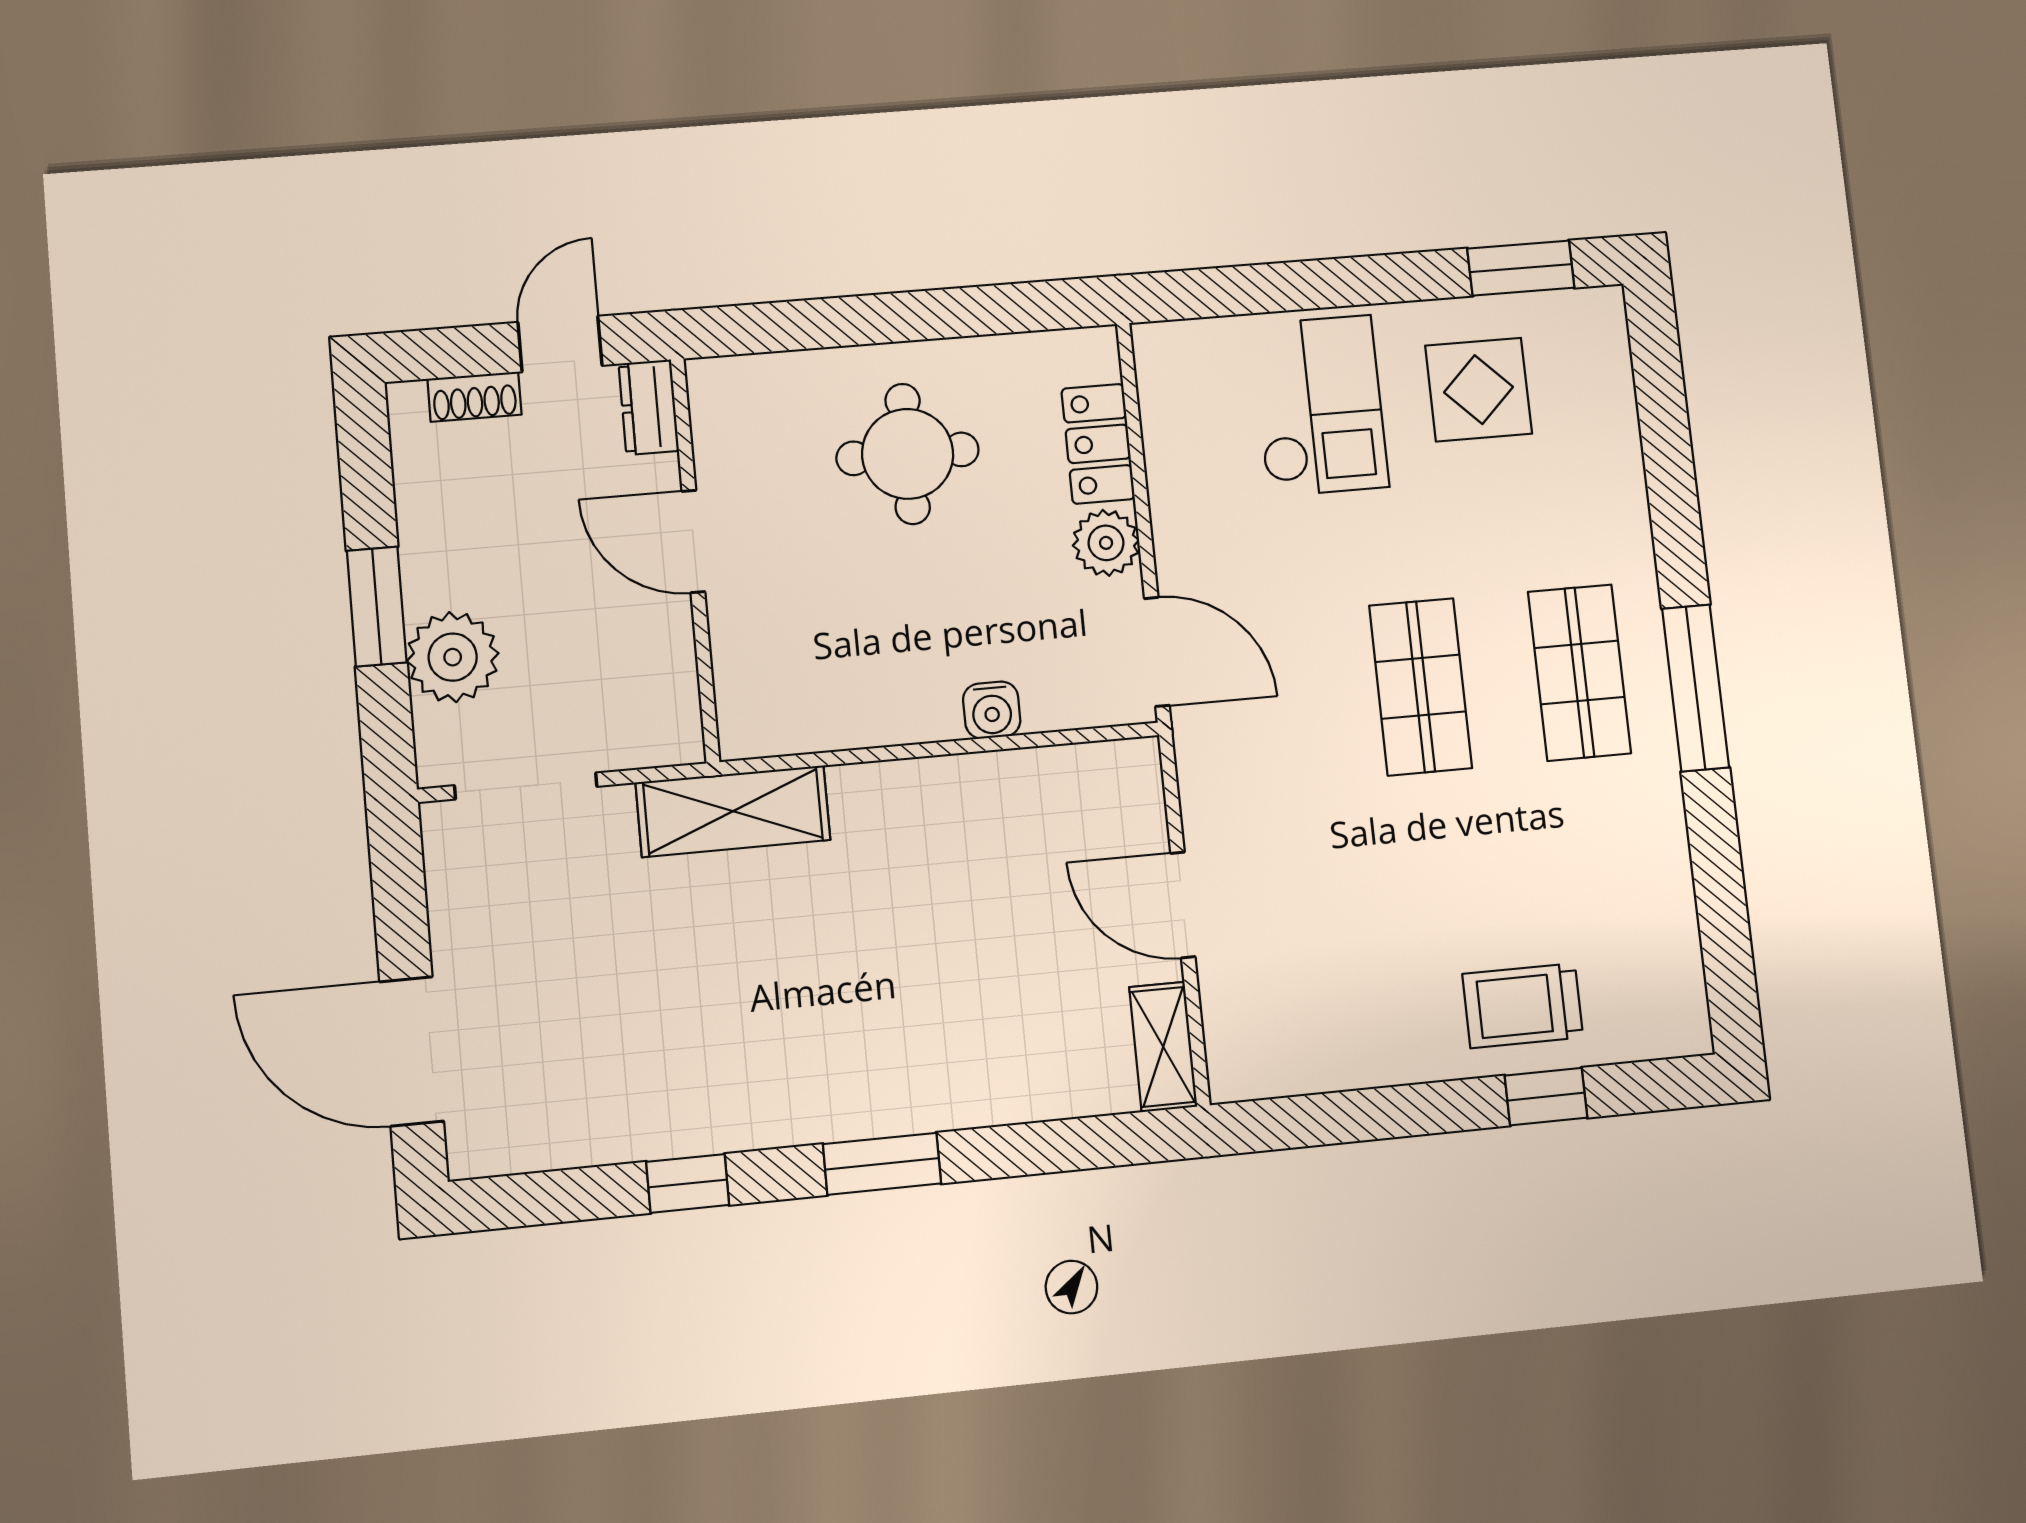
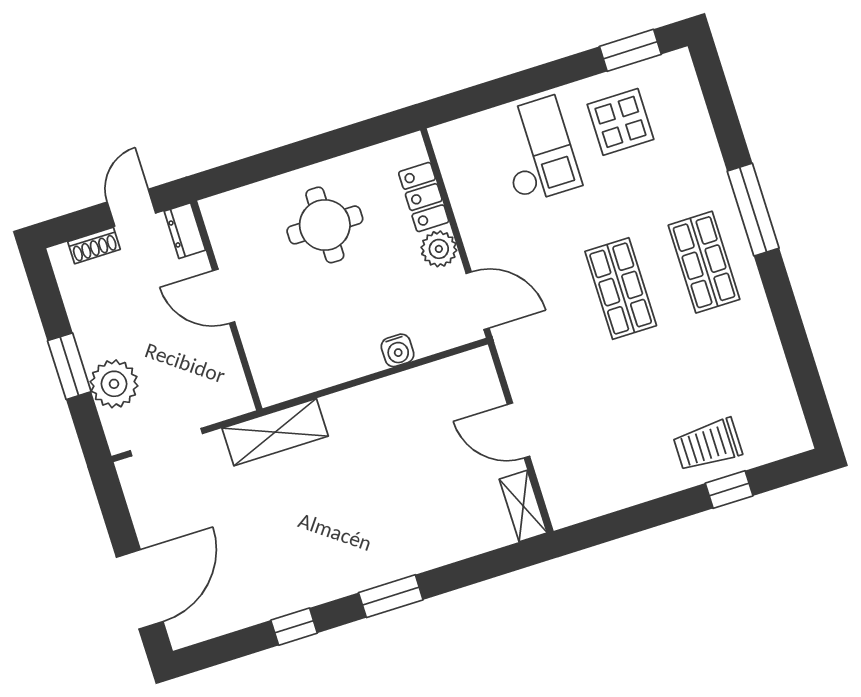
window: (1696, 688) -> (753, 210), moved
door: (412, 1051) -> (140, 589), swing flipped

